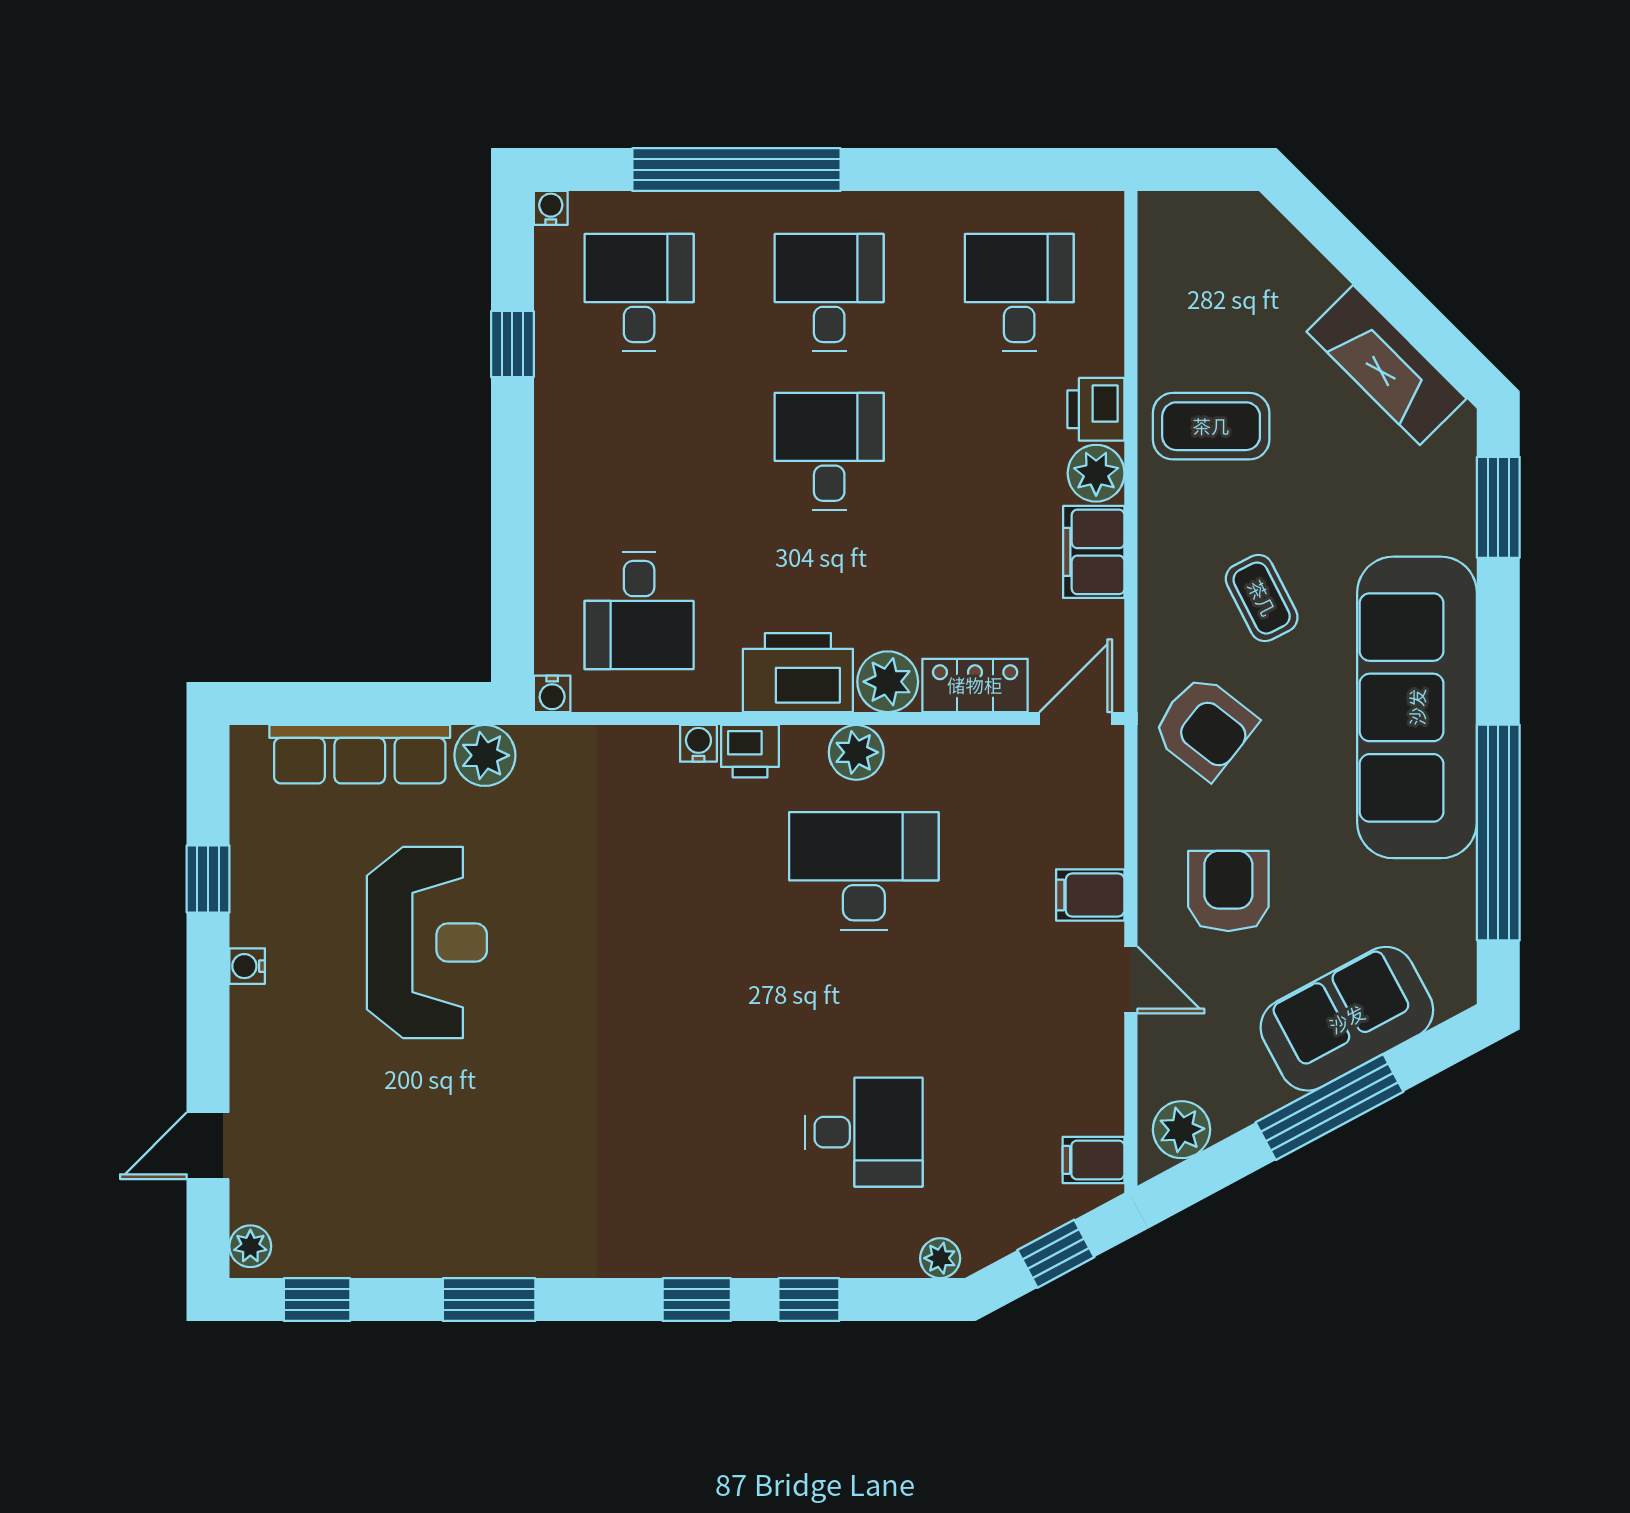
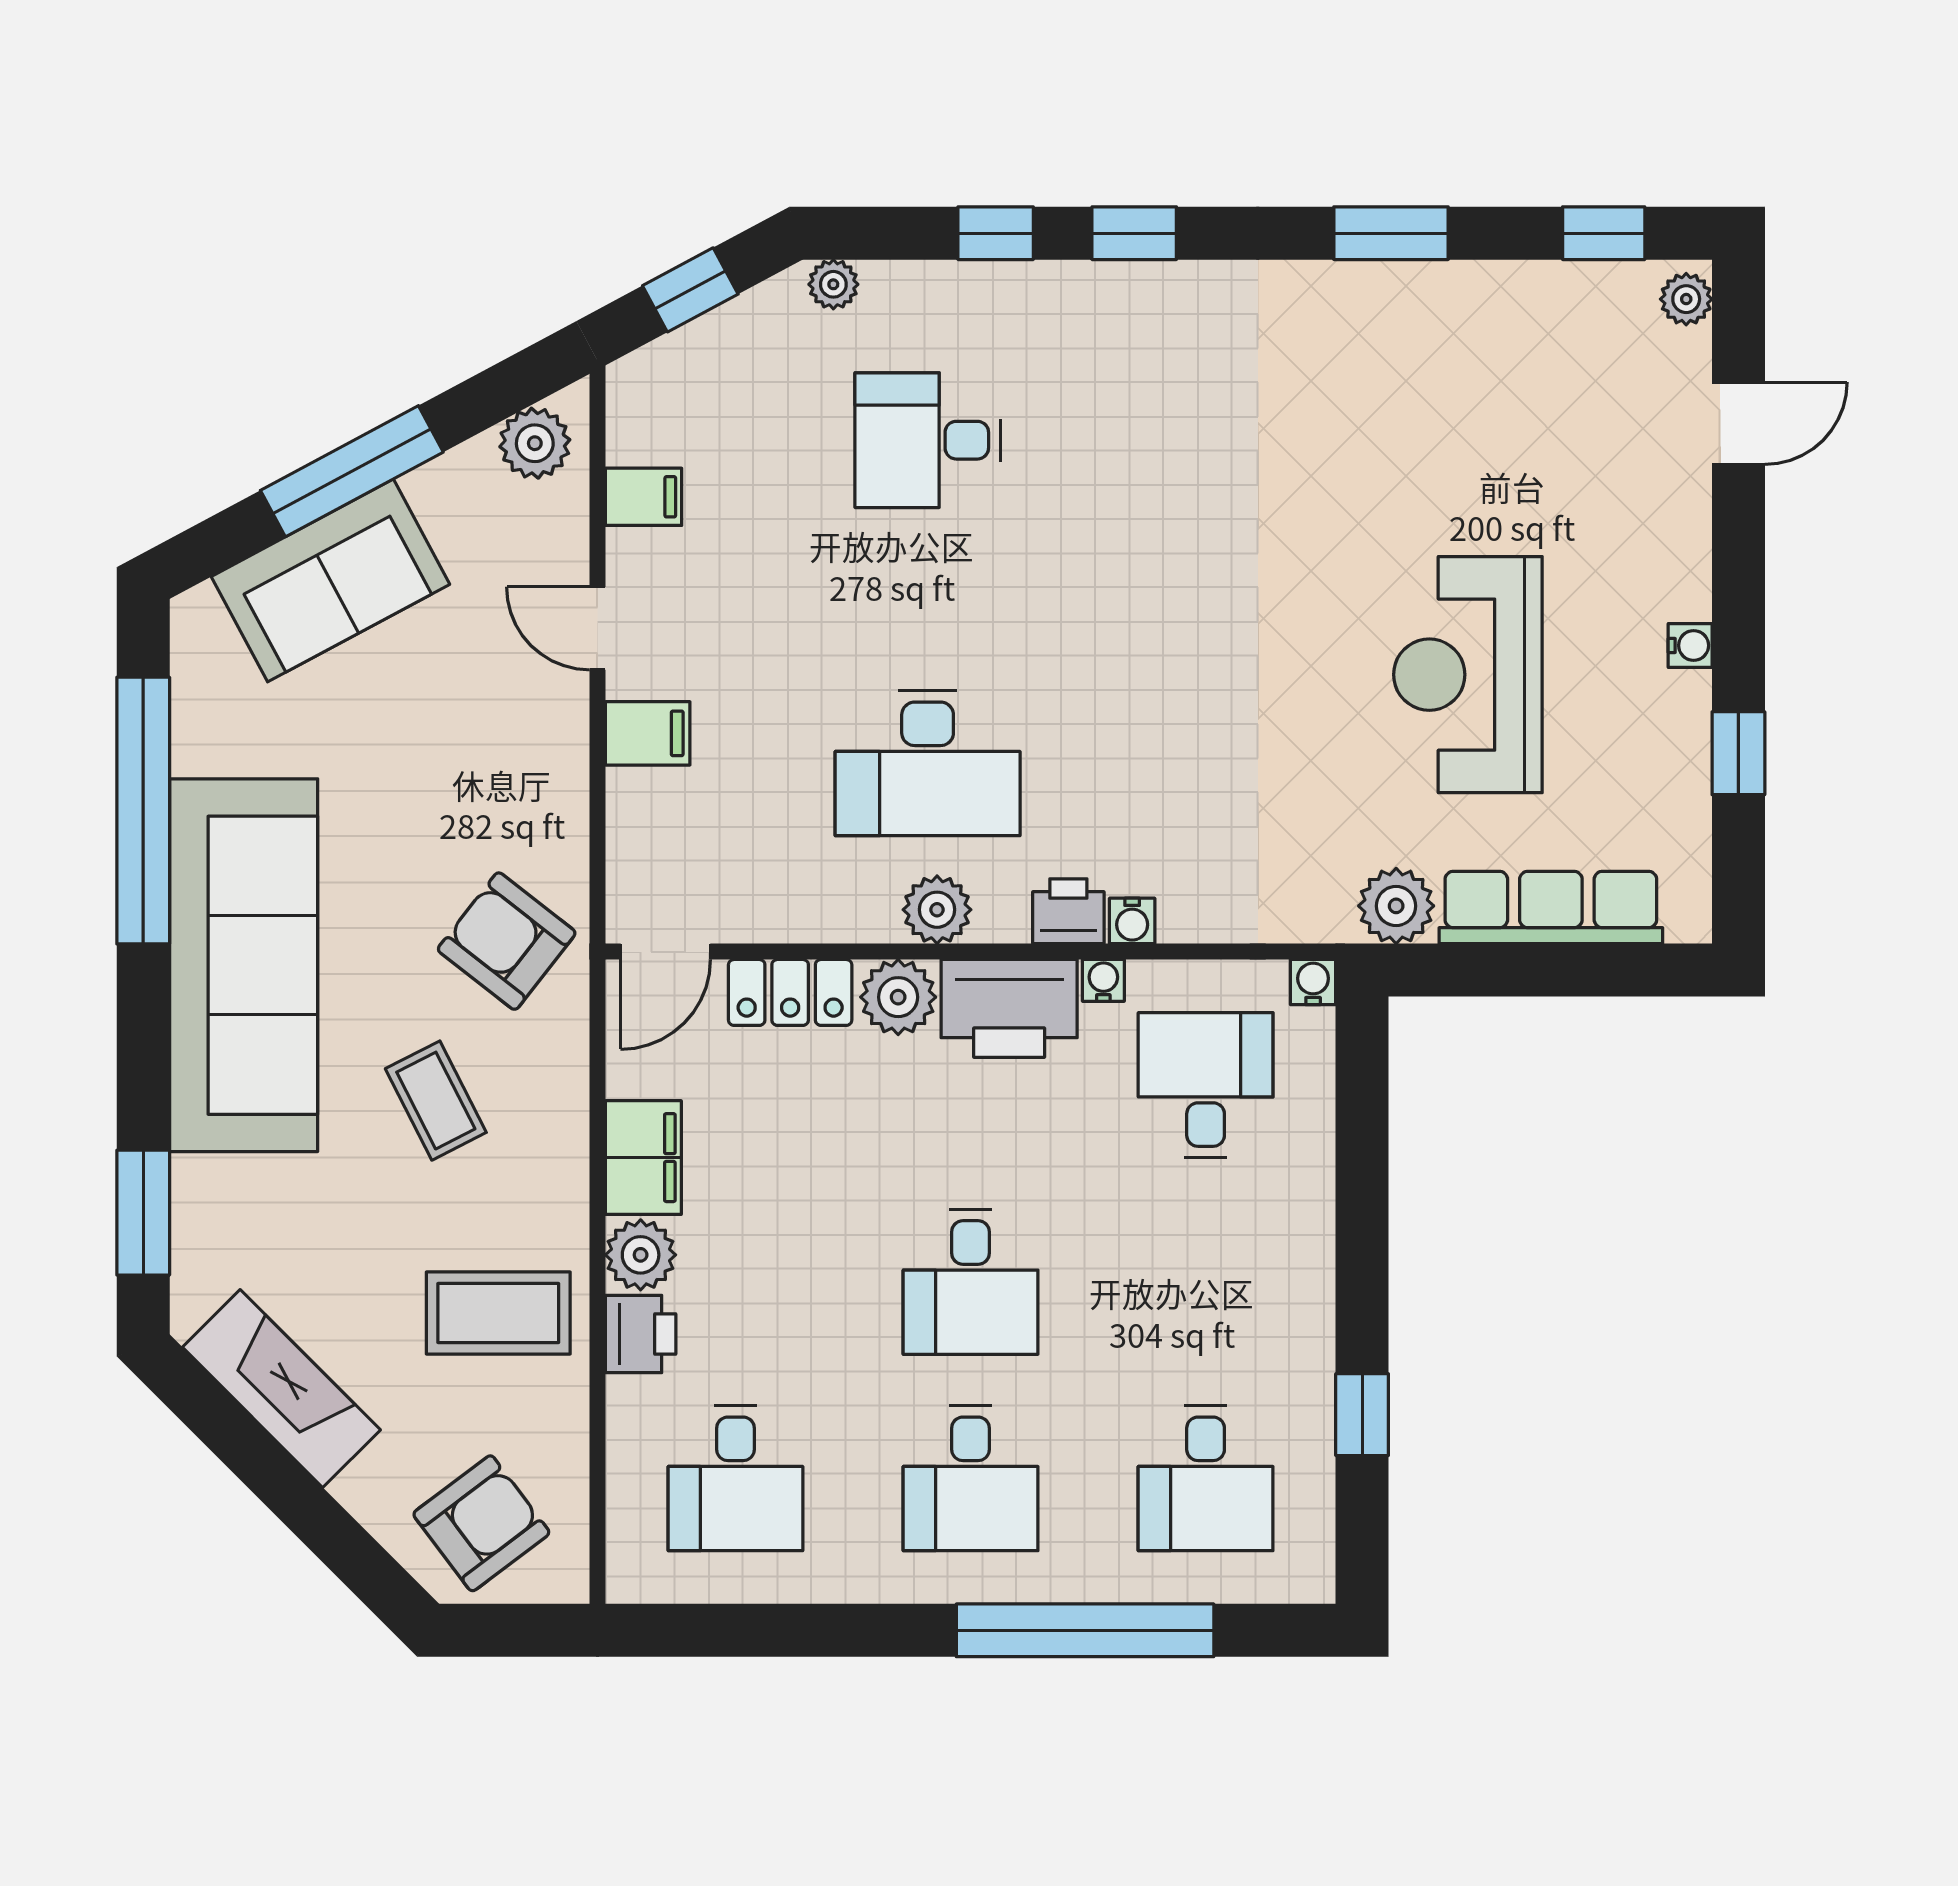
water cooler: (551, 208) -> (1103, 980), moved, turned 180
armchair: (1228, 891) -> (481, 1523), moved, turned -127
filing cabinet: (1094, 1160) -> (644, 497), moved

